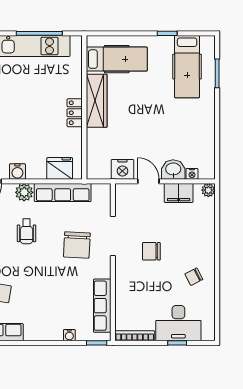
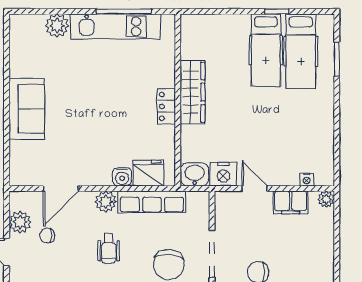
hospital bed: (117, 59) -> (266, 50), moved, turned 90
washbasin: (173, 170) -> (195, 174), moved
water cooler: (17, 172) -> (122, 177), moved

